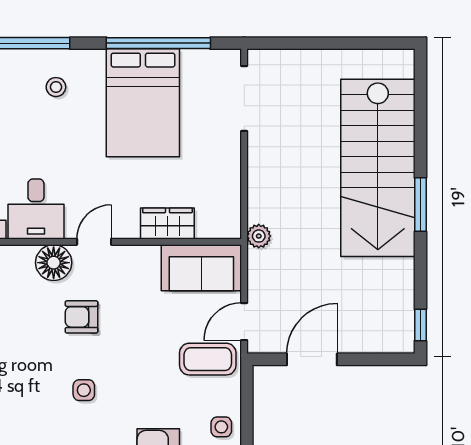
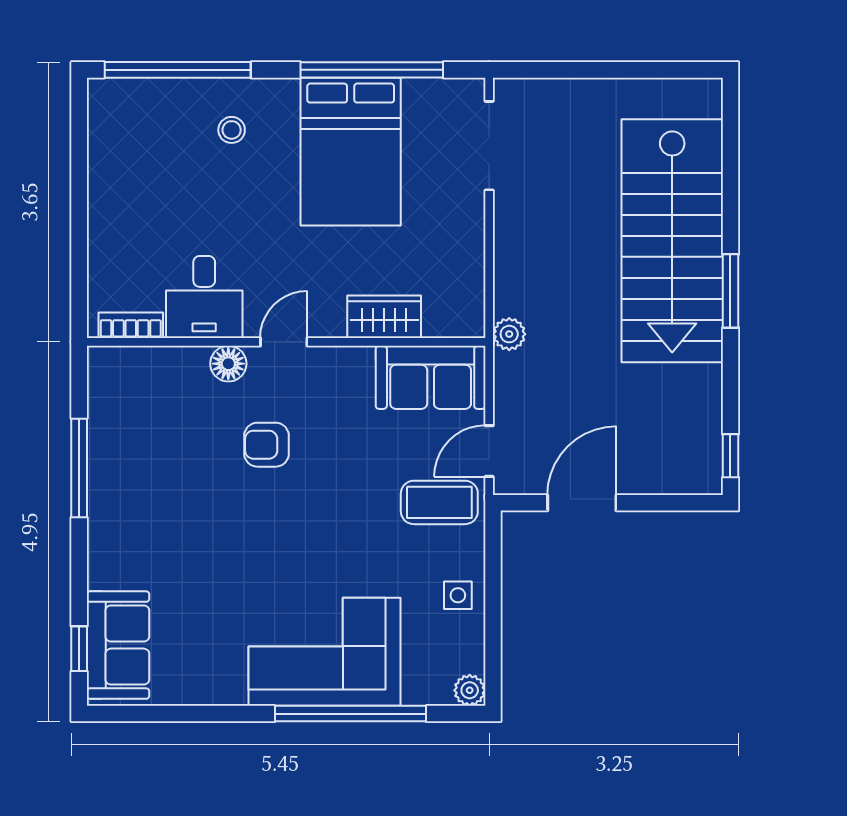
floor lamp: (54, 263) -> (228, 364), width x0.73, depth x0.73
side table: (84, 390) -> (270, 545), removed

